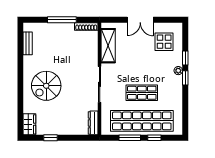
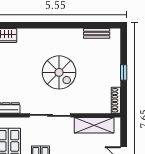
window: (62, 20) -> (124, 73), width x0.46
spiral stairs: (46, 86) -> (59, 72), moved, turned 180

